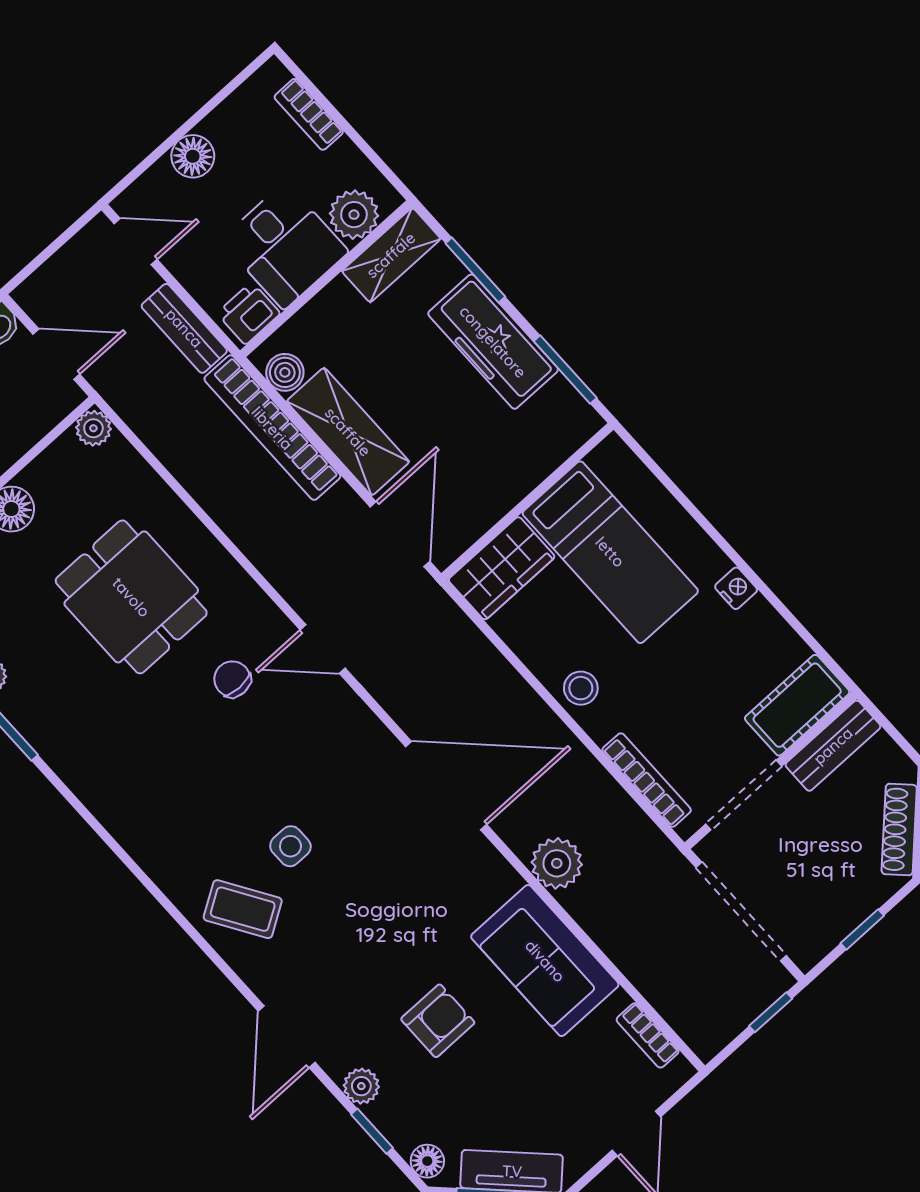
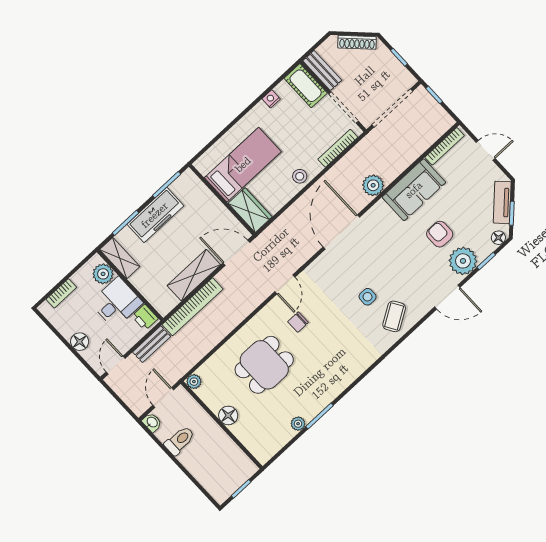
boiler: (285, 372) -> (169, 302), removed
nightstand: (736, 588) -> (271, 99), moved
bookcase: (648, 1035) -> (445, 146), width x1.56
plant: (361, 1086) -> (463, 261), width x1.88, depth x1.88

